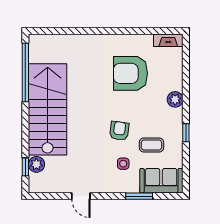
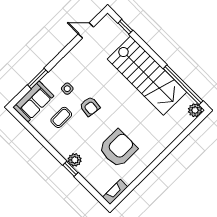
window: (186, 133) -> (70, 169), moved
plant: (36, 164) -> (195, 110), moved
door: (81, 196) -> (86, 30), moved

